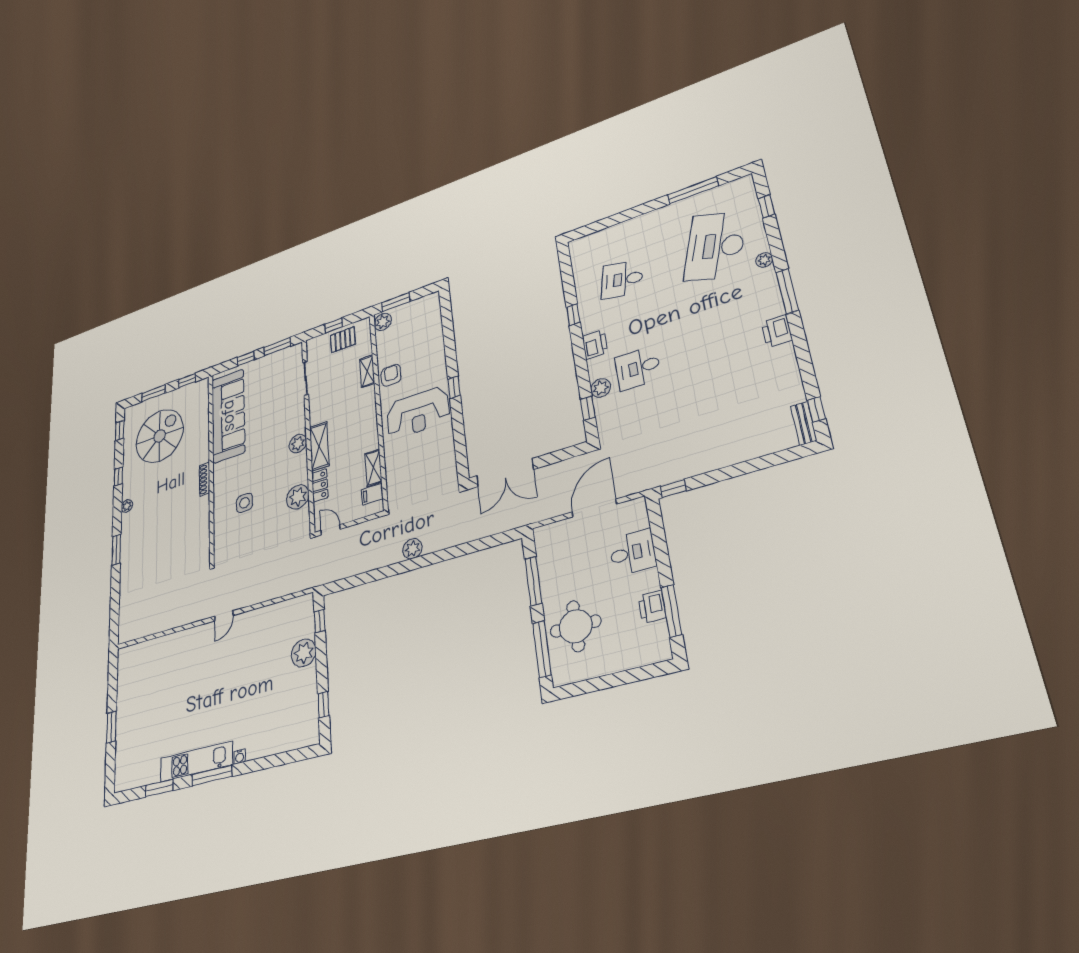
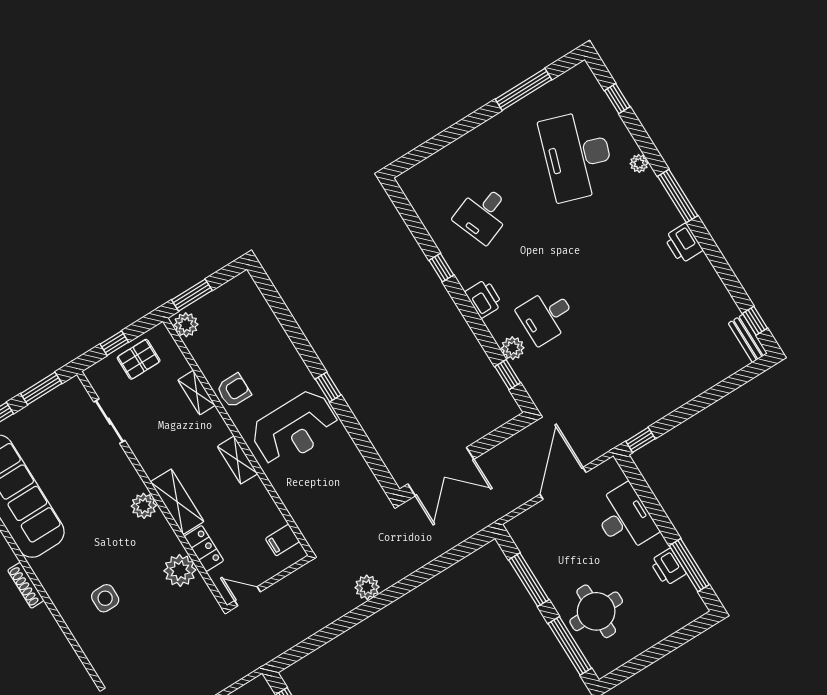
desk: (622, 280) -> (483, 214), turned -33
armchair: (391, 375) -> (234, 391), turned 90
shelving: (373, 468) -> (237, 460), moved
desk: (633, 553) -> (625, 518), width x1.37

